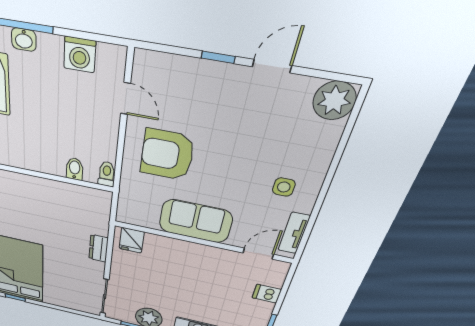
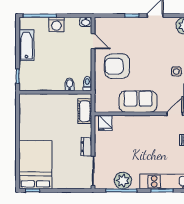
washbasin: (24, 40) -> (86, 22), moved
washing machine: (80, 55) -> (56, 24), moved
cot: (99, 216) -> (85, 111), added
dresser: (98, 248) -> (86, 147), moved

